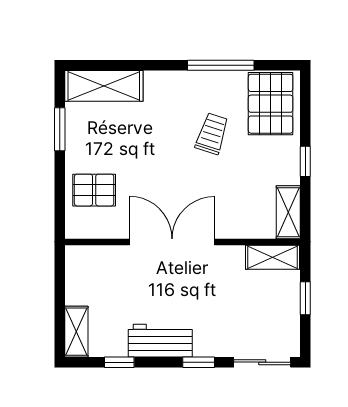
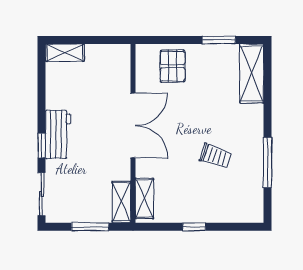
pallet: (271, 104) -> (238, 200), removed
shelving: (288, 212) -> (144, 198), moved, turned 90
window: (305, 298) -> (90, 227), width x1.50
workbench: (160, 341) -> (58, 134), moved
window: (119, 362) -> (42, 85), removed

